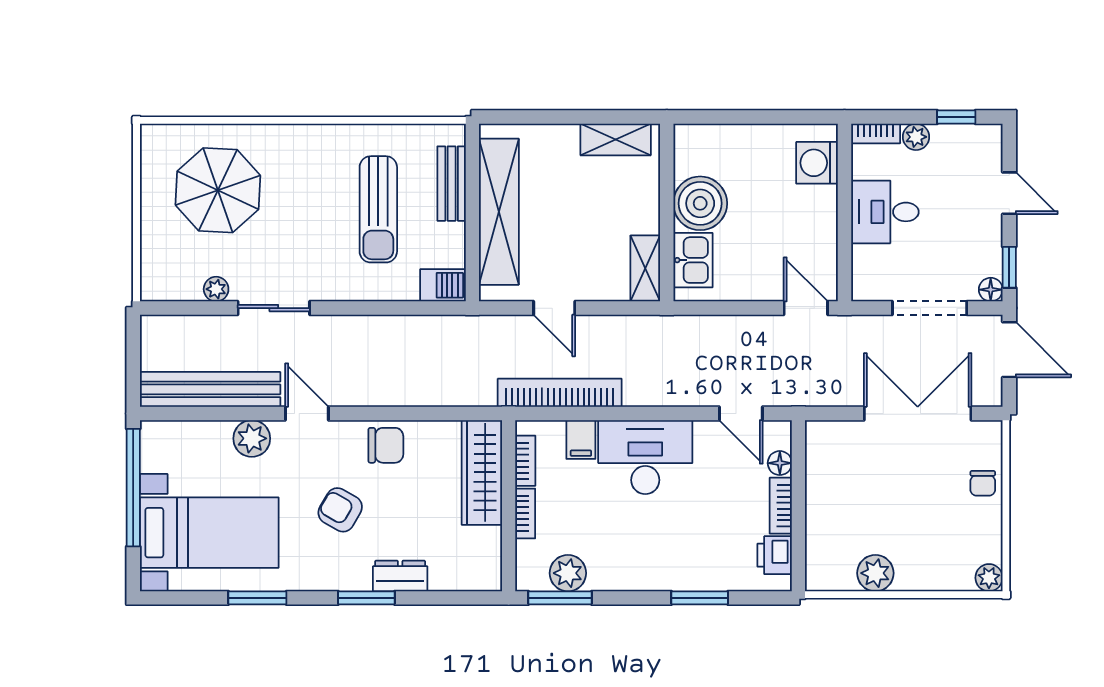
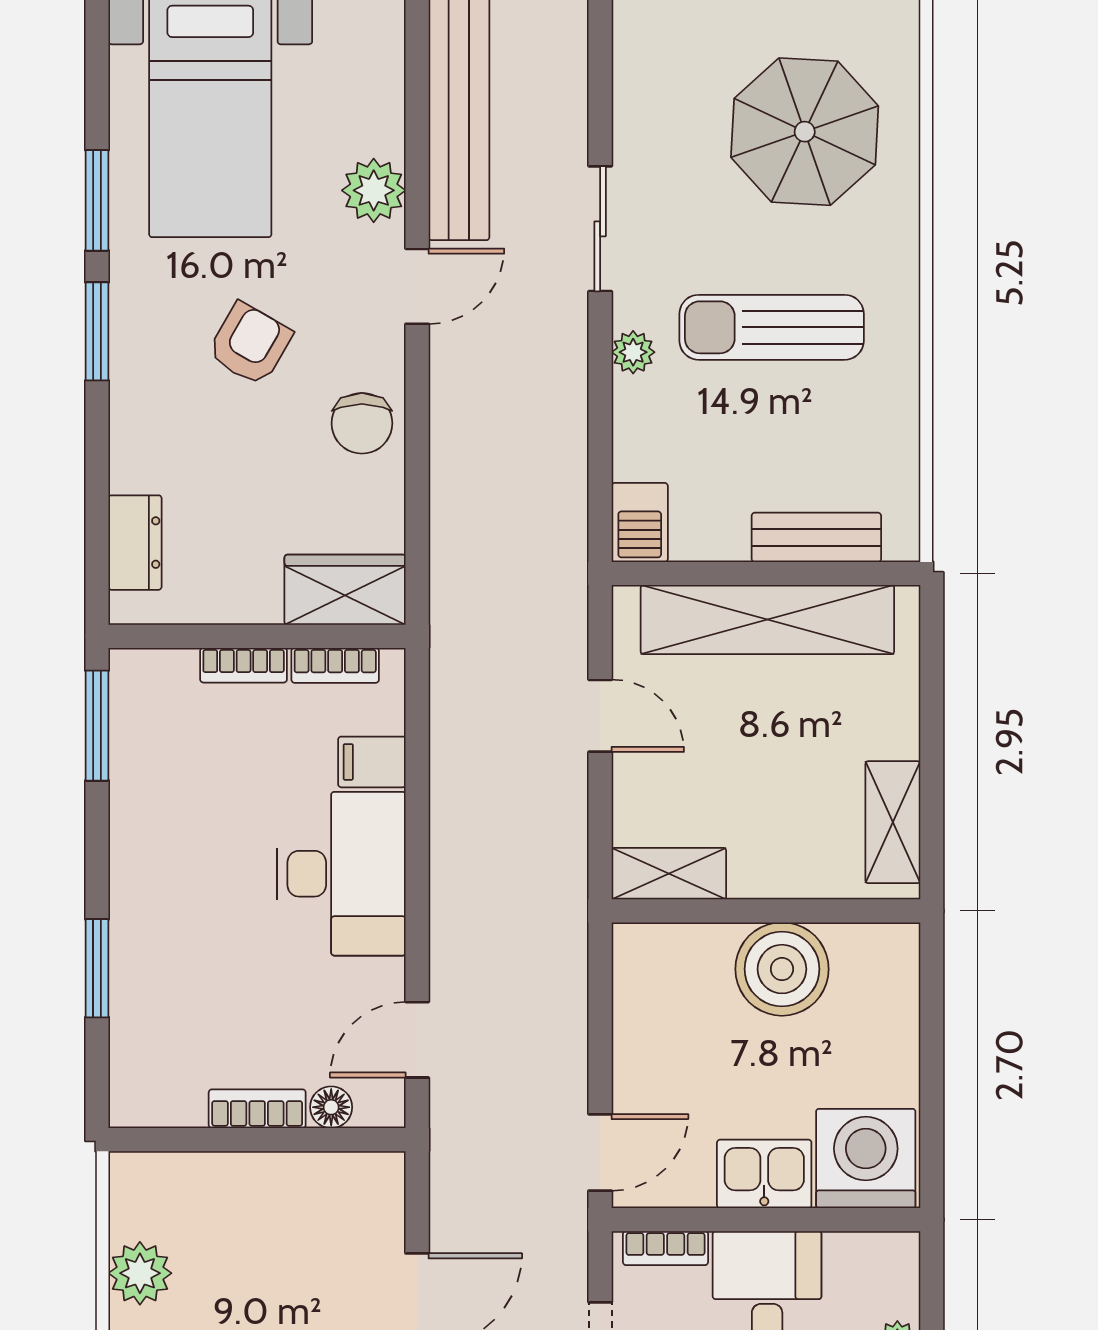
bookcase: (876, 133) -> (665, 1248), moved, turned -90
washing machine: (817, 163) -> (866, 1158), width x1.37, depth x1.37
sun lounger: (378, 209) -> (772, 327), moved
kitchen sink: (693, 260) -> (764, 1174), moved, turned 180
plant: (216, 289) -> (633, 352), moved
door: (554, 308) -> (600, 716), swing flipped
bookcase: (560, 393) -> (453, 725), removed
wardrobe: (482, 472) -> (345, 590), width x0.67
printer: (775, 555) -> (171, 1098), removed
plant: (568, 573) -> (140, 739), removed
dresser: (400, 576) -> (135, 543), moved
window: (366, 598) -> (97, 331), moved

